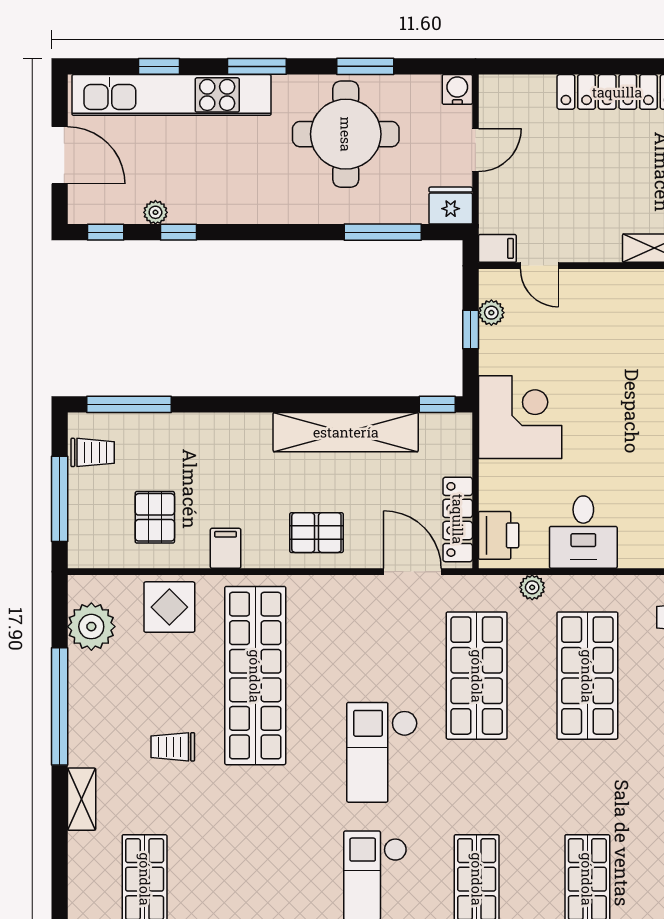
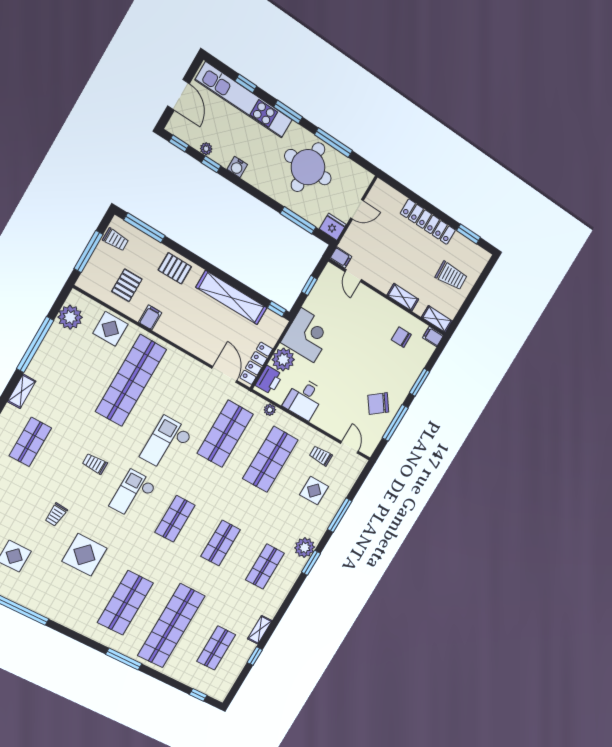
window: (365, 66) -> (334, 143), width x1.44
water cooler: (457, 89) -> (237, 167), moved, turned 180
plant: (491, 313) -> (283, 360), moved, width x1.88, depth x1.88
pallet: (316, 533) -> (175, 268), moved
trolley: (173, 747) -> (95, 464), moved

